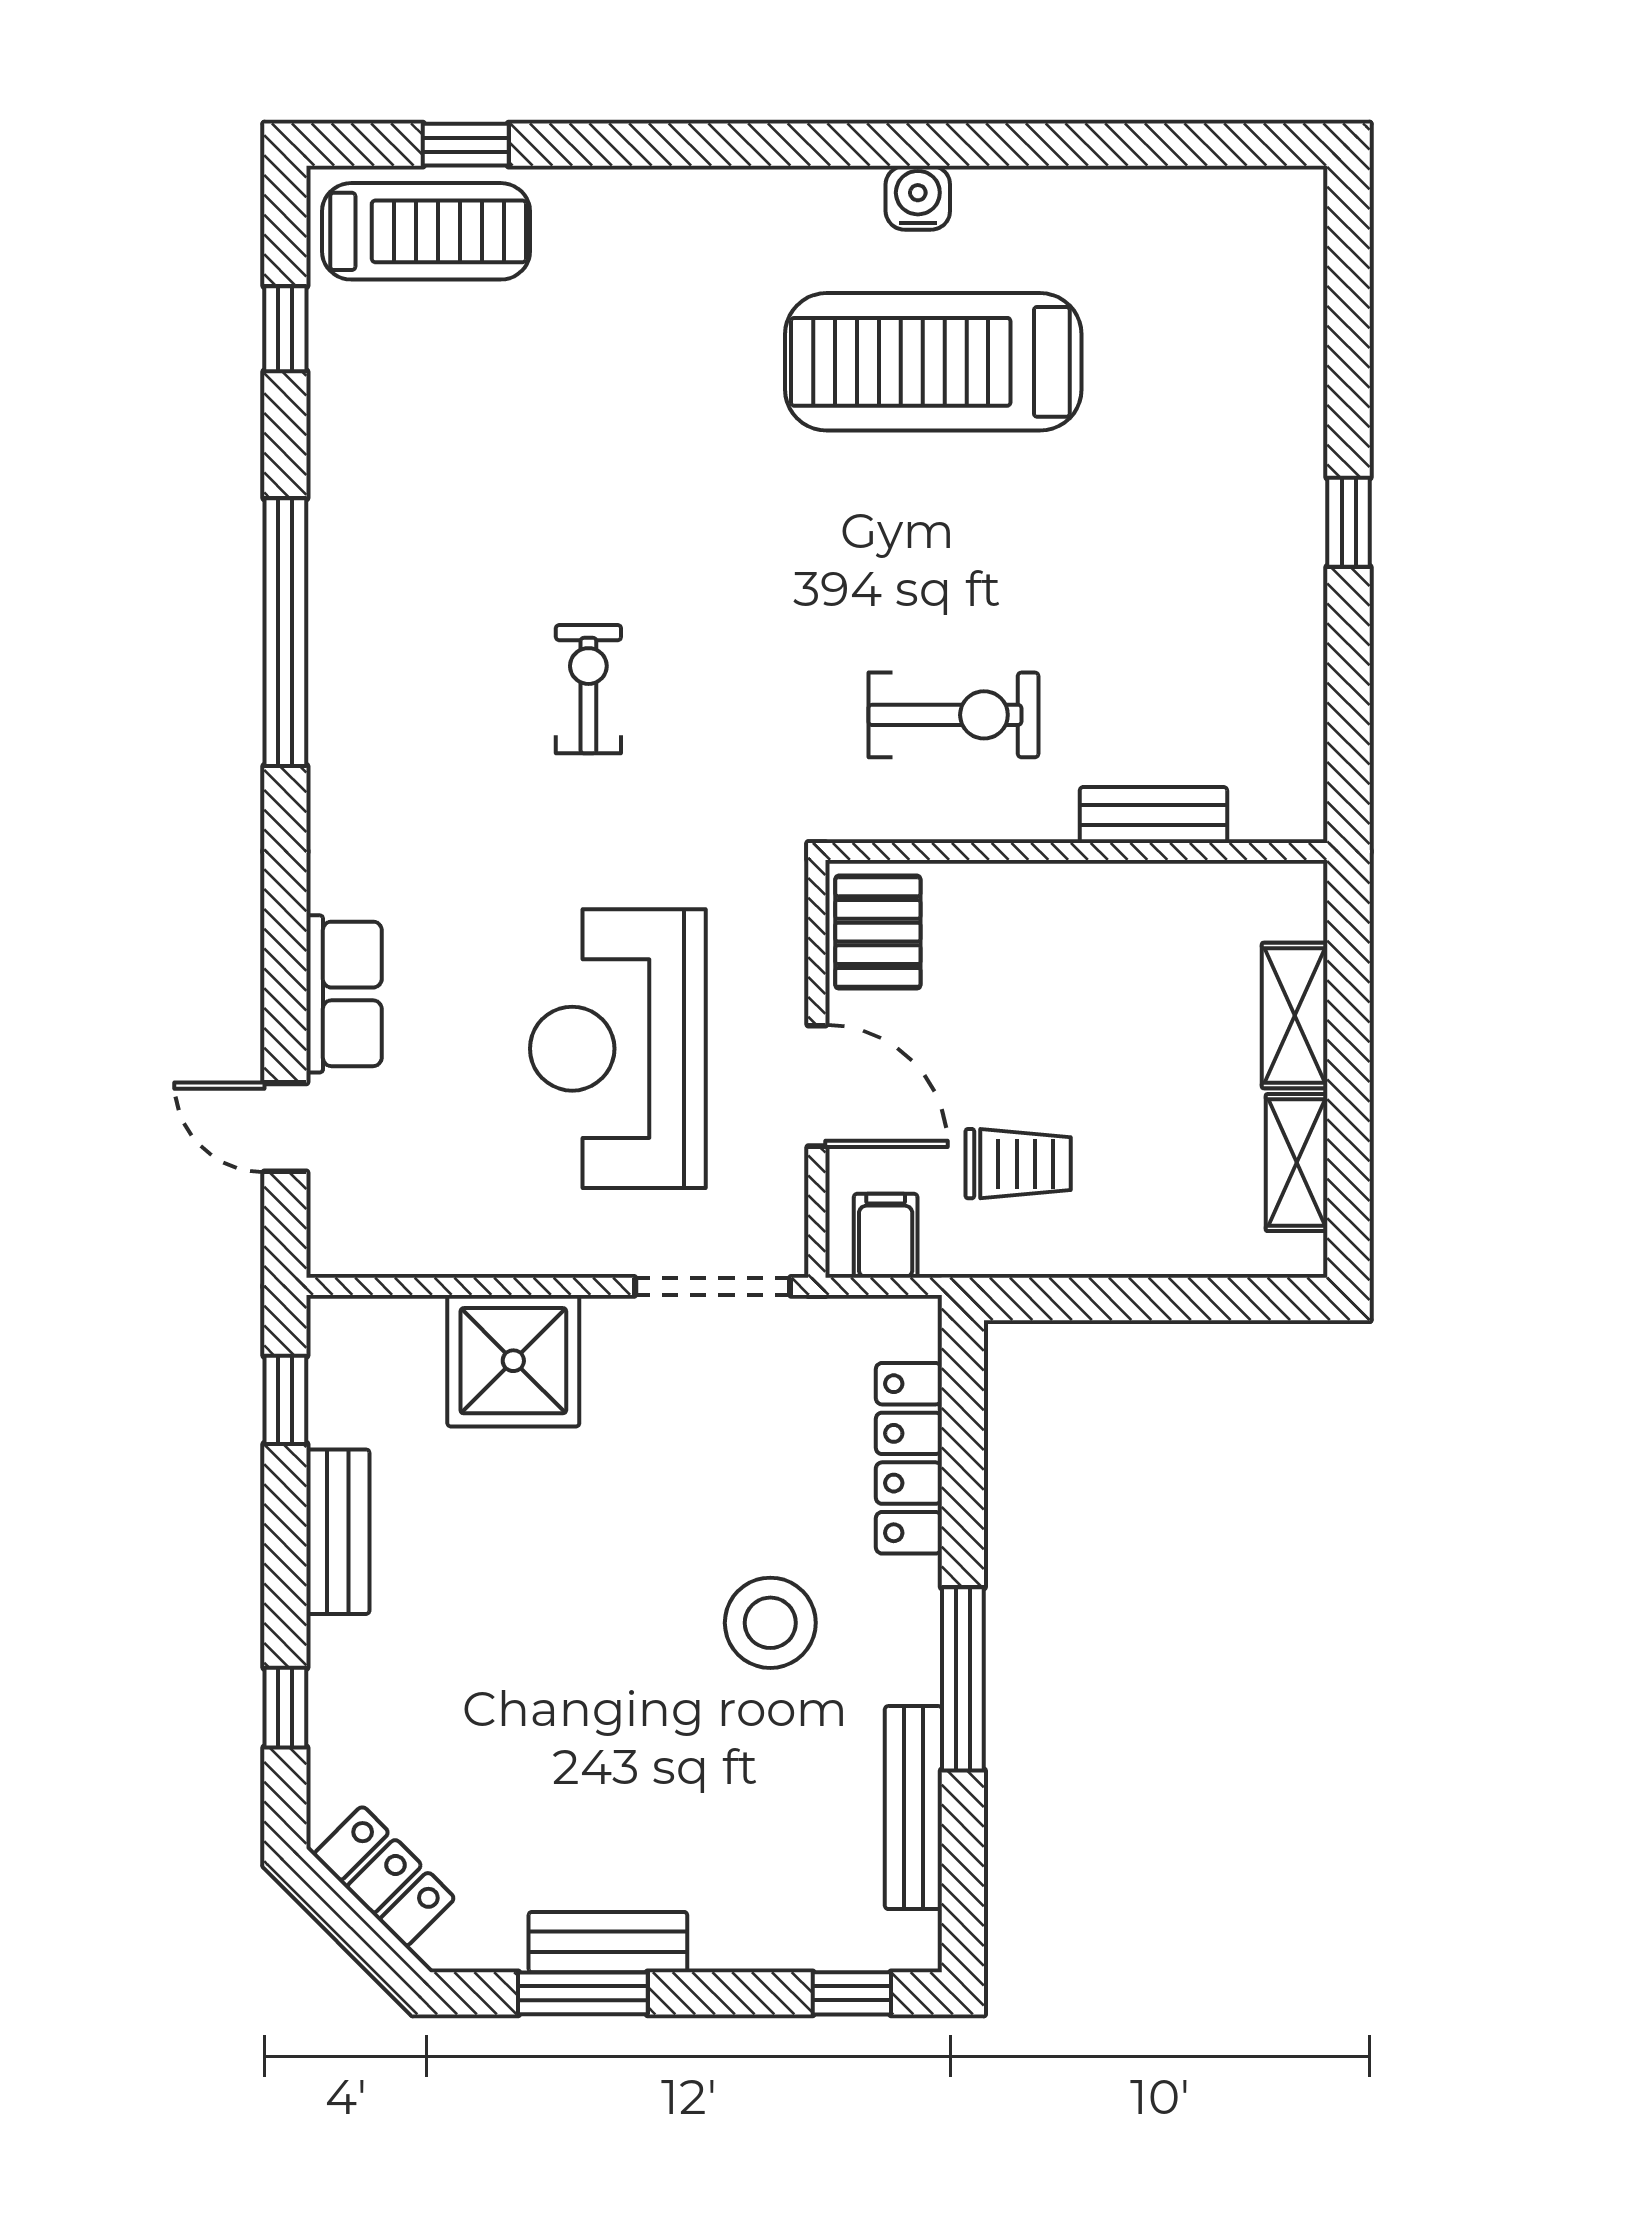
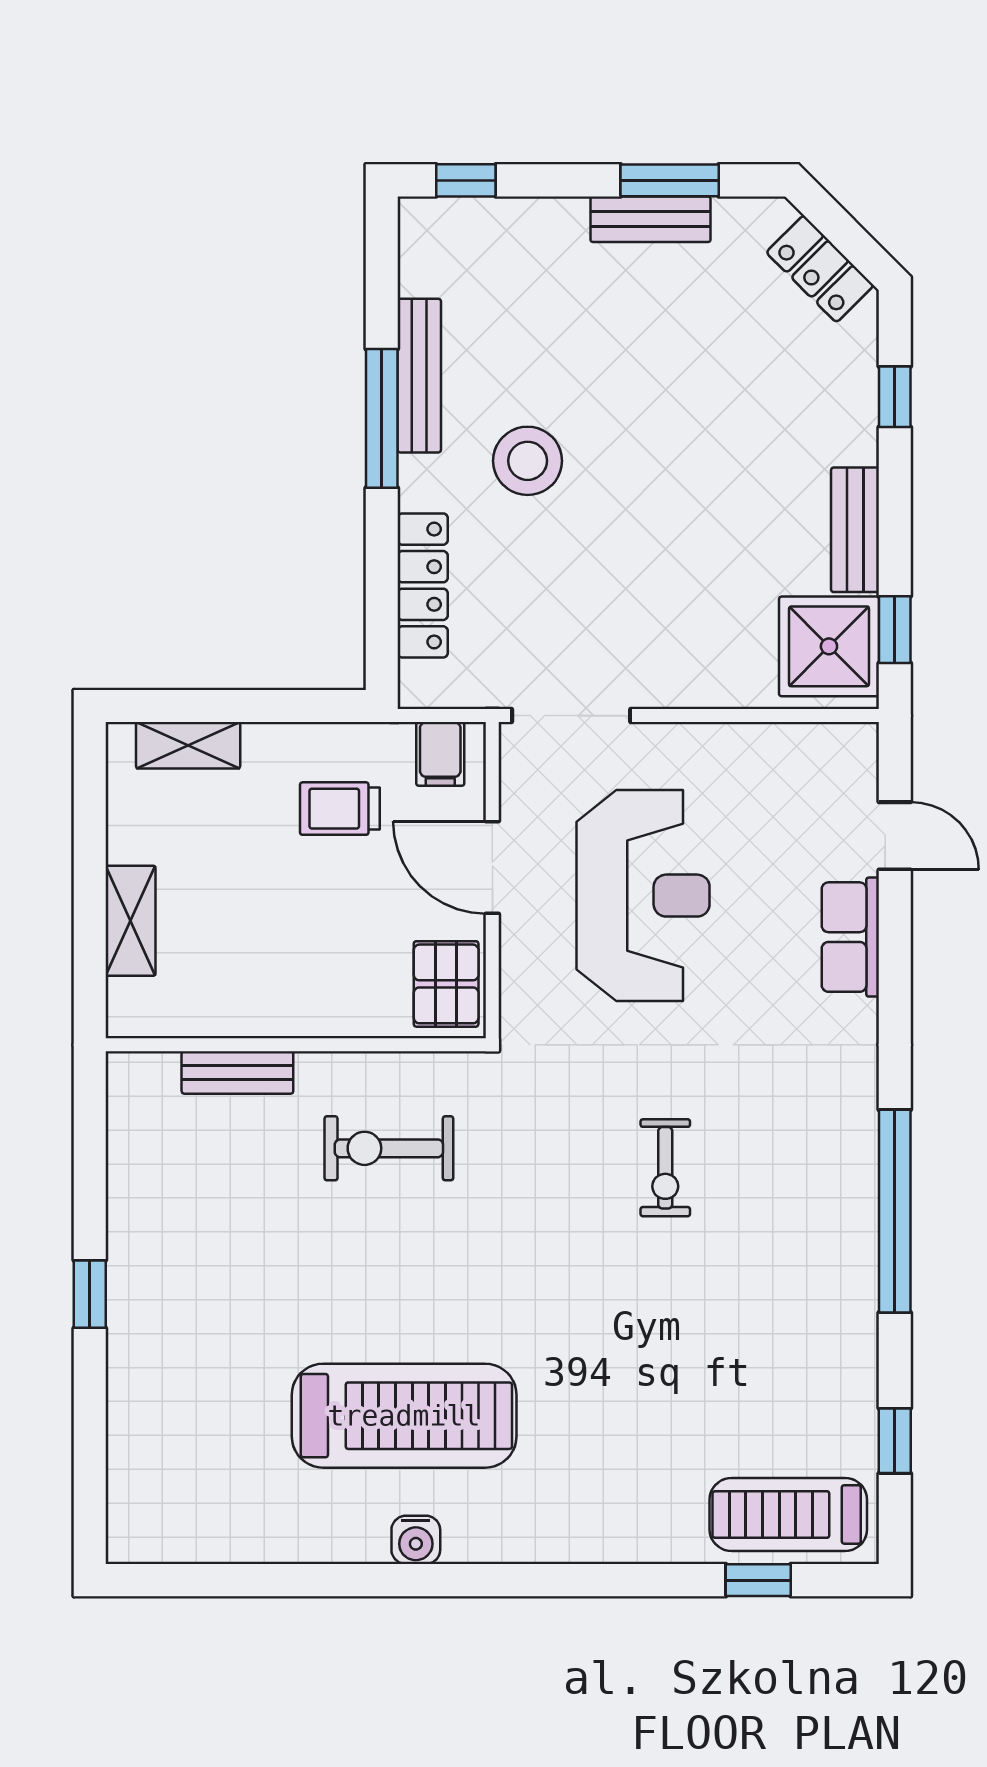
shelving: (1297, 1163) -> (188, 745), moved, turned 90
shower: (513, 1361) -> (829, 646), moved
bench: (913, 1808) -> (419, 376), moved

